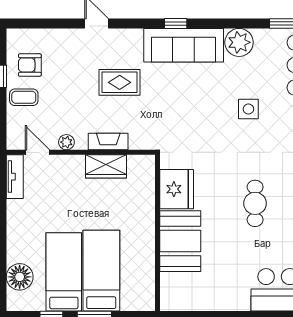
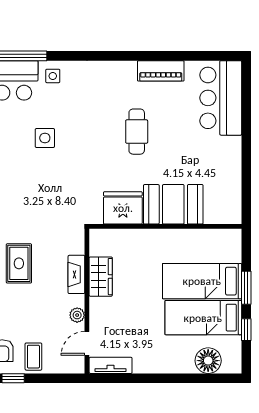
cafe table: (255, 203) -> (137, 132), turned 90

